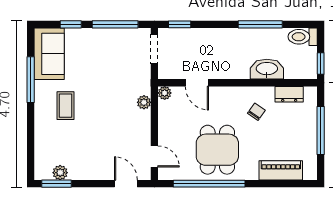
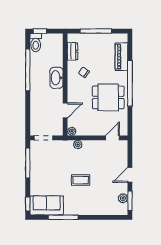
window: (71, 24) -> (28, 204), moved
window: (180, 24) -> (28, 122), removed
window: (260, 24) -> (28, 70), width x1.46
window: (321, 63) -> (40, 31), moved
washbasin: (267, 69) -> (56, 78), moved
coffee table: (65, 106) -> (81, 180), moved
door: (126, 184) -> (130, 175), moved
window: (209, 184) -> (130, 83), moved

